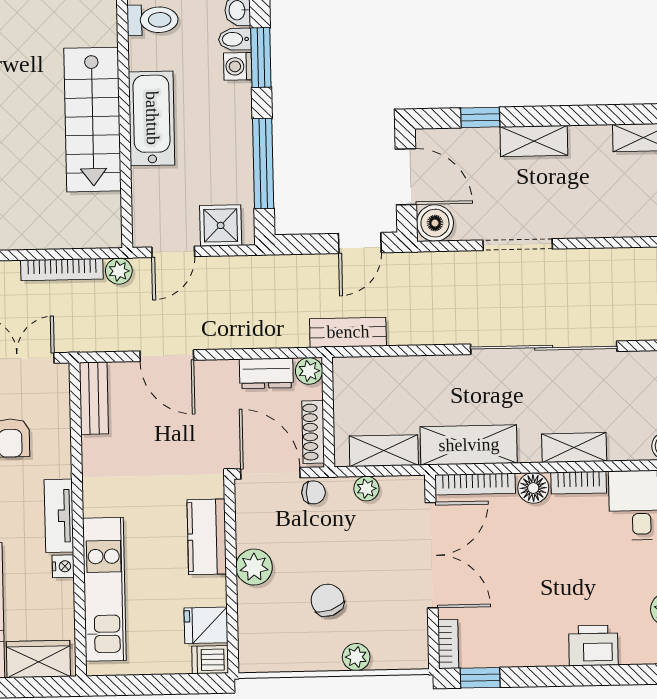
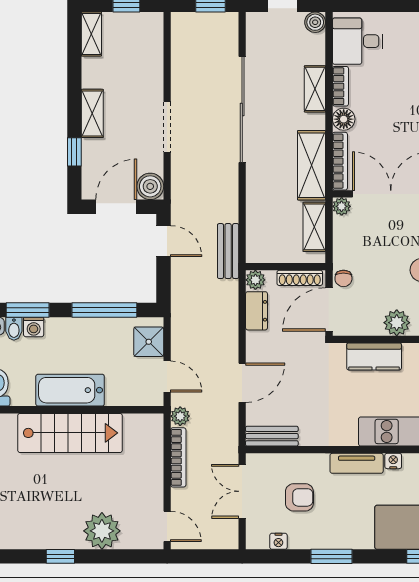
plant: (366, 489) -> (342, 206), moved
chair: (314, 492) -> (343, 278), turned 180

